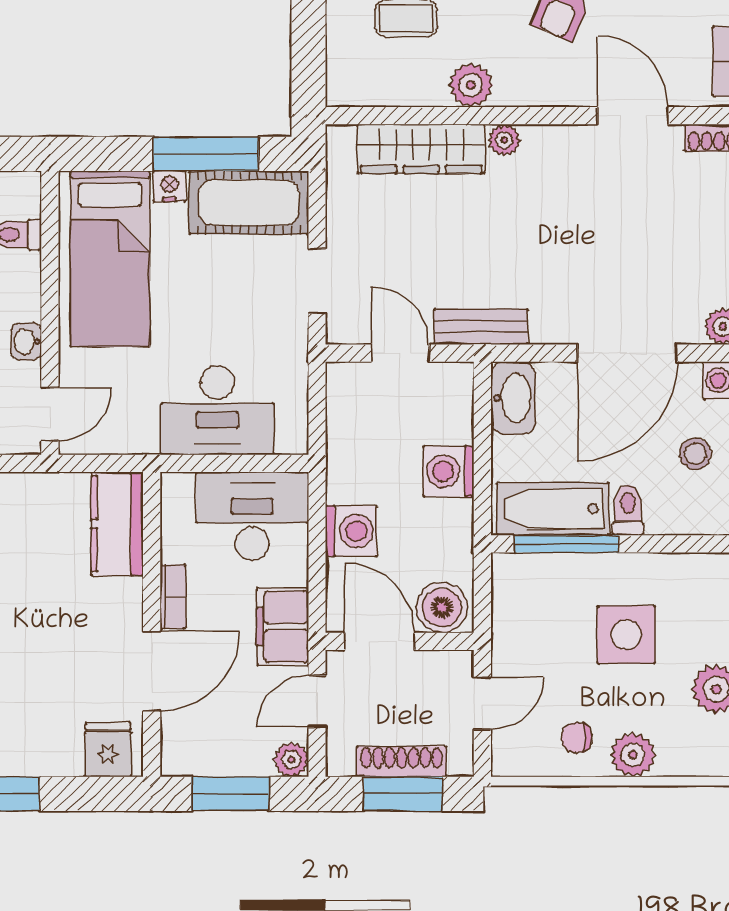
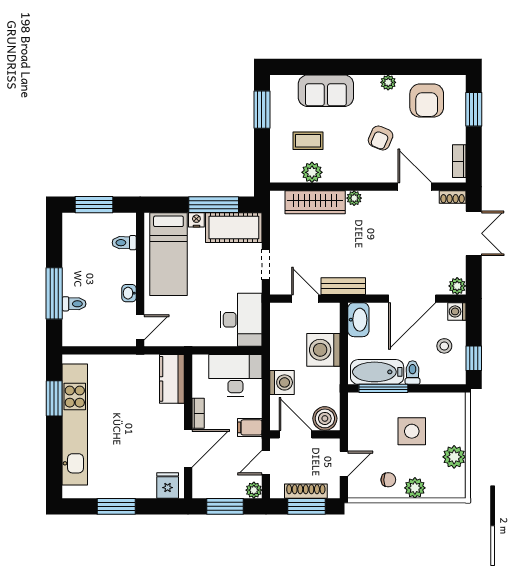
plant: (471, 85) -> (312, 172), moved
desk: (217, 410) -> (241, 320), moved, turned -90
washing machine: (448, 471) -> (323, 350), width x1.37, depth x1.37
filing cabinet: (283, 627) -> (250, 427), width x0.50
chair: (577, 738) -> (388, 480), turned 180

